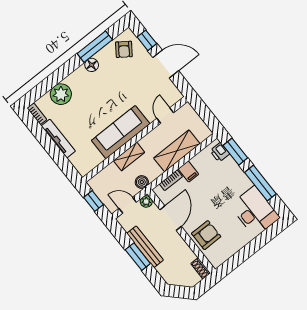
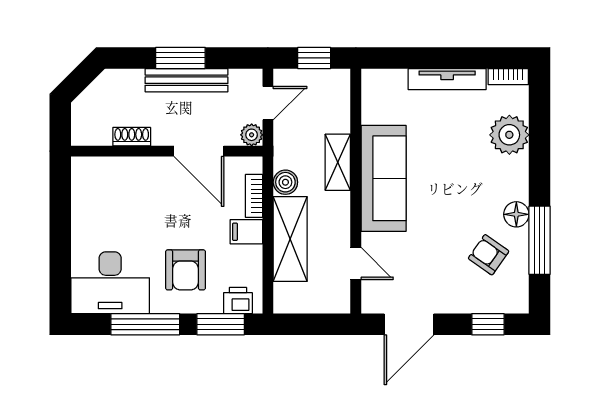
armchair: (124, 49) -> (489, 255), moved
door: (166, 64) -> (409, 324), moved
boiler: (142, 182) -> (285, 182), moved
armchair: (206, 235) -> (186, 270), moved
shoe rack: (201, 268) -> (132, 137), moved

